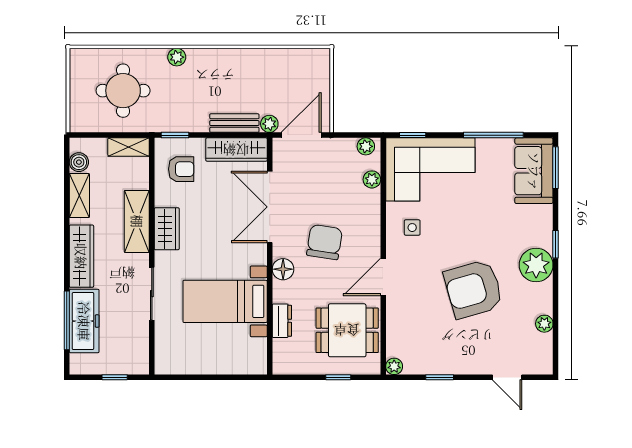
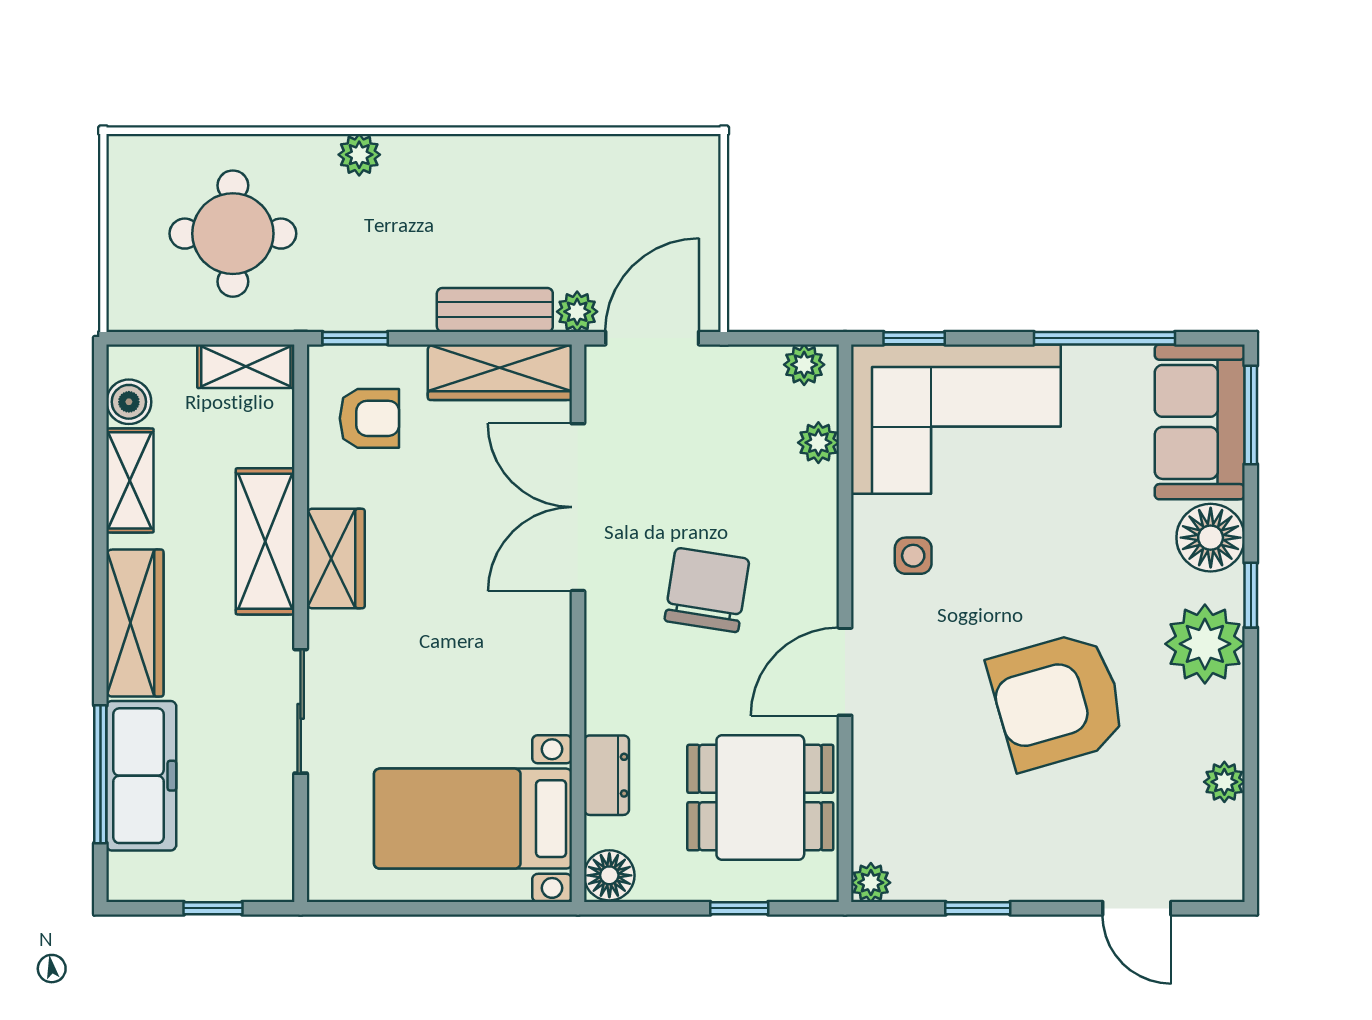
floor lamp: (539, 220) -> (1211, 538), added
floor lamp: (283, 269) -> (609, 875), moved
bed with nightstands: (225, 301) -> (473, 819), moved

